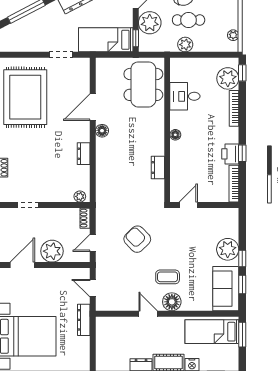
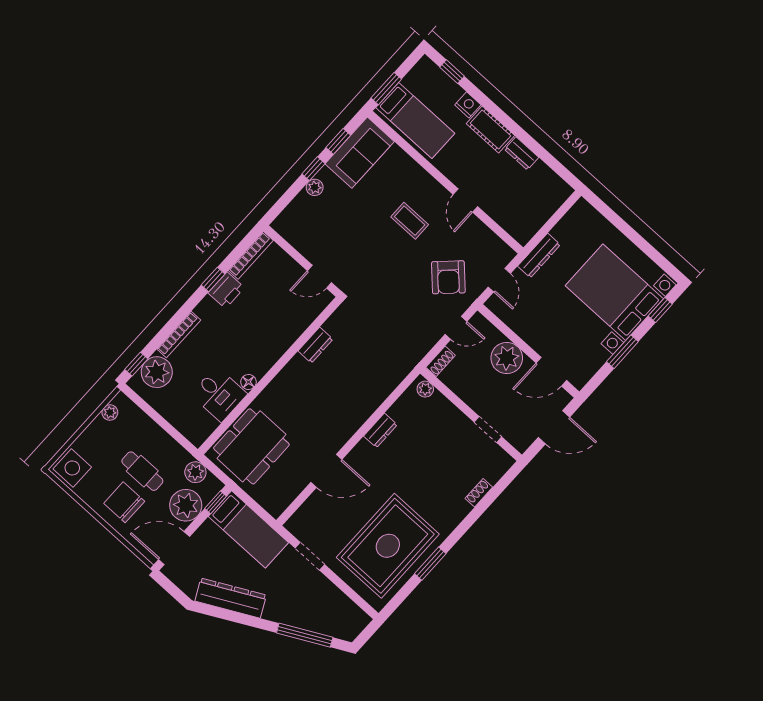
plant: (185, 45) -> (195, 472), moved
floor lamp: (102, 131) -> (339, 437), removed
floor lamp: (175, 135) -> (248, 382), moved
armchair: (137, 239) -> (448, 277), moved
plant: (228, 249) -> (315, 187), width x0.53, depth x0.53
floor lamp: (172, 302) -> (429, 190), removed

